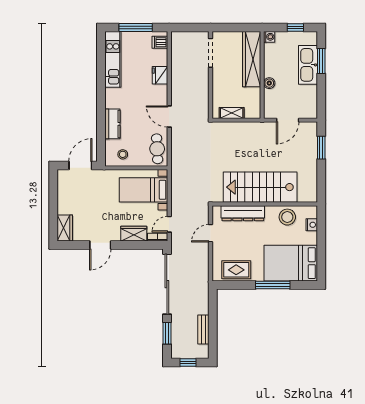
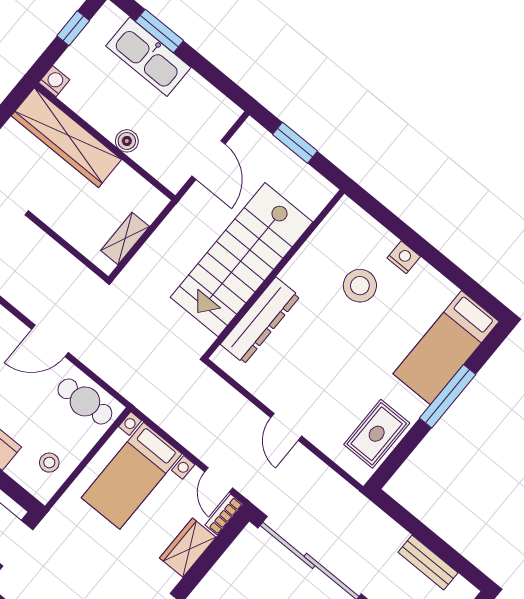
stairs: (260, 187) -> (242, 260), moved
wall: (265, 204) -> (274, 274), moved
dresser: (243, 213) -> (260, 320), moved
bed: (291, 263) -> (446, 348), width x0.67

